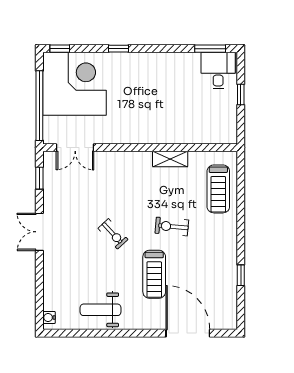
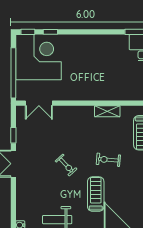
window: (118, 49) -> (50, 32), moved
window: (39, 178) -> (13, 135), moved
treadmill: (154, 274) -> (96, 194), turned 180

